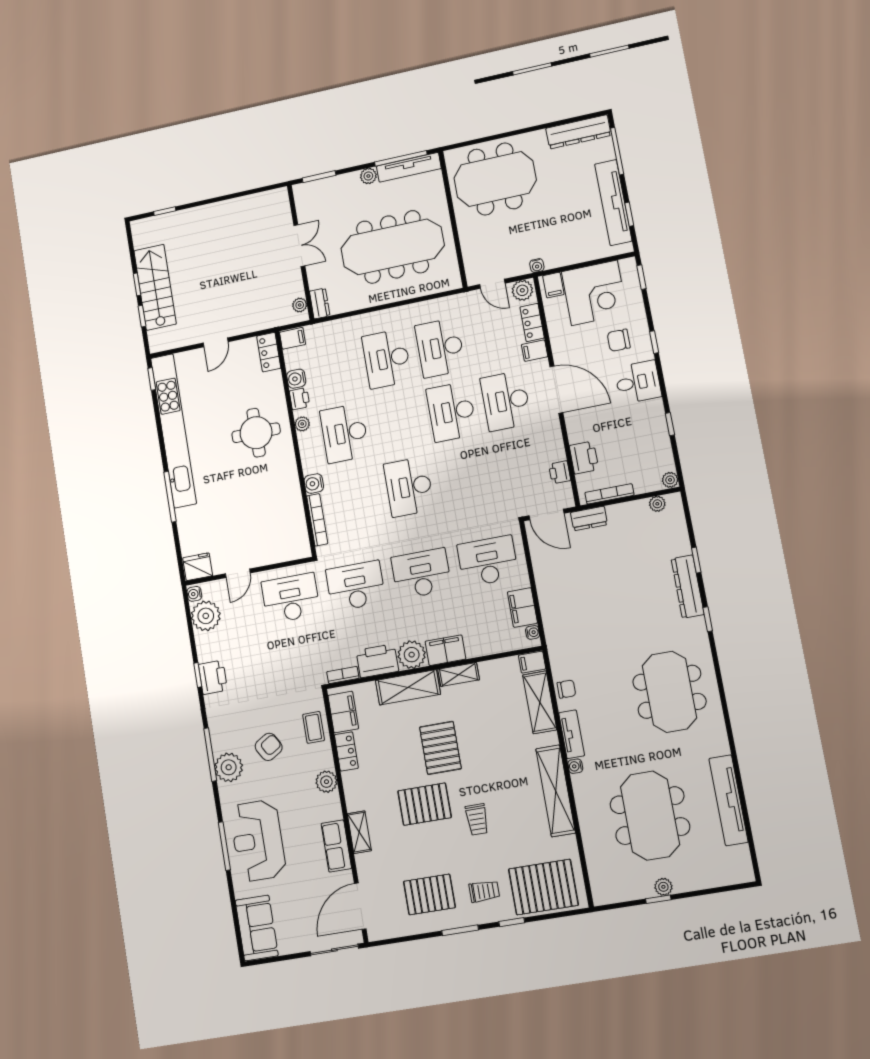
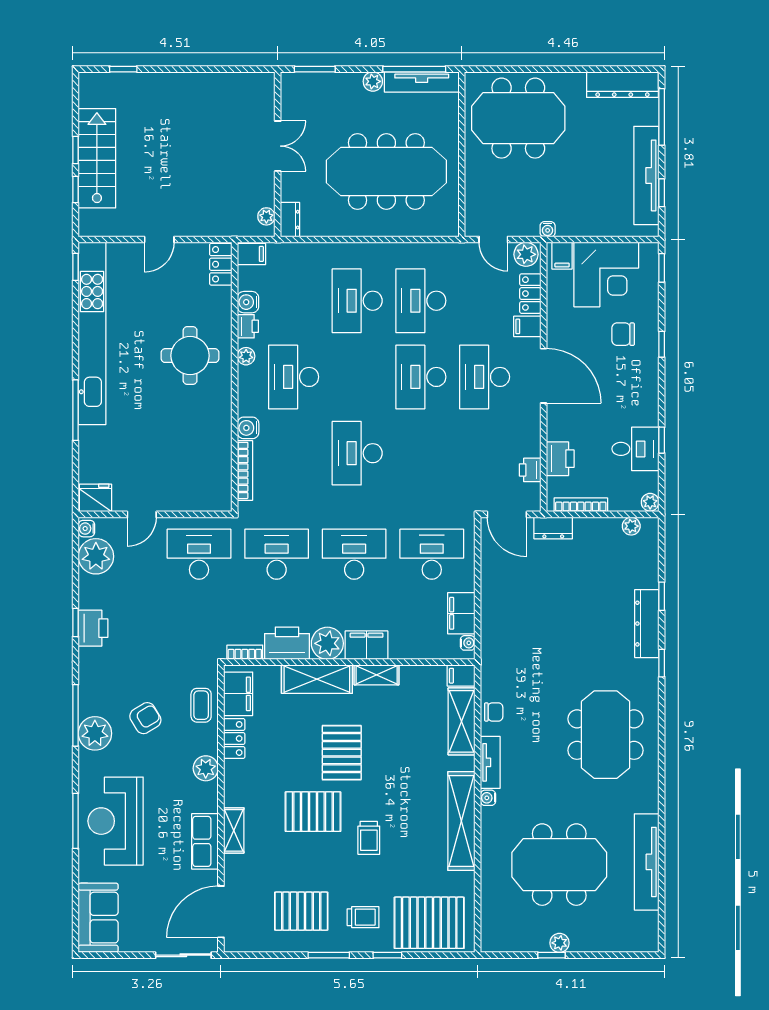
desk: (638, 382) -> (635, 449), moved
meeting table: (650, 816) -> (559, 865), turned 90

